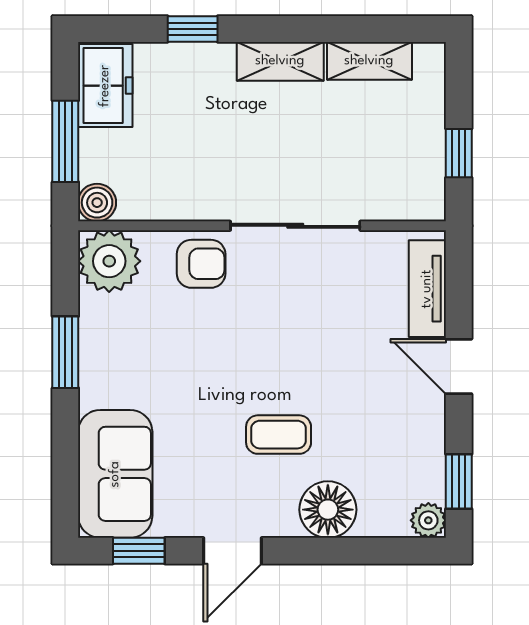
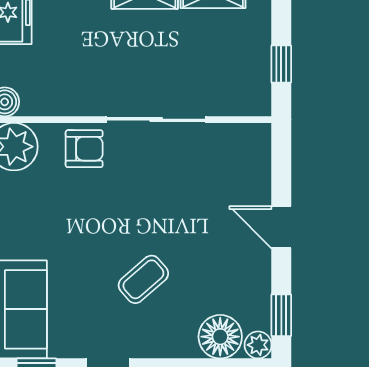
tv unit: (427, 289) -> (257, 168), removed
coffee table: (279, 435) -> (143, 279), turned -41
floor lamp: (328, 510) -> (220, 337), moved

